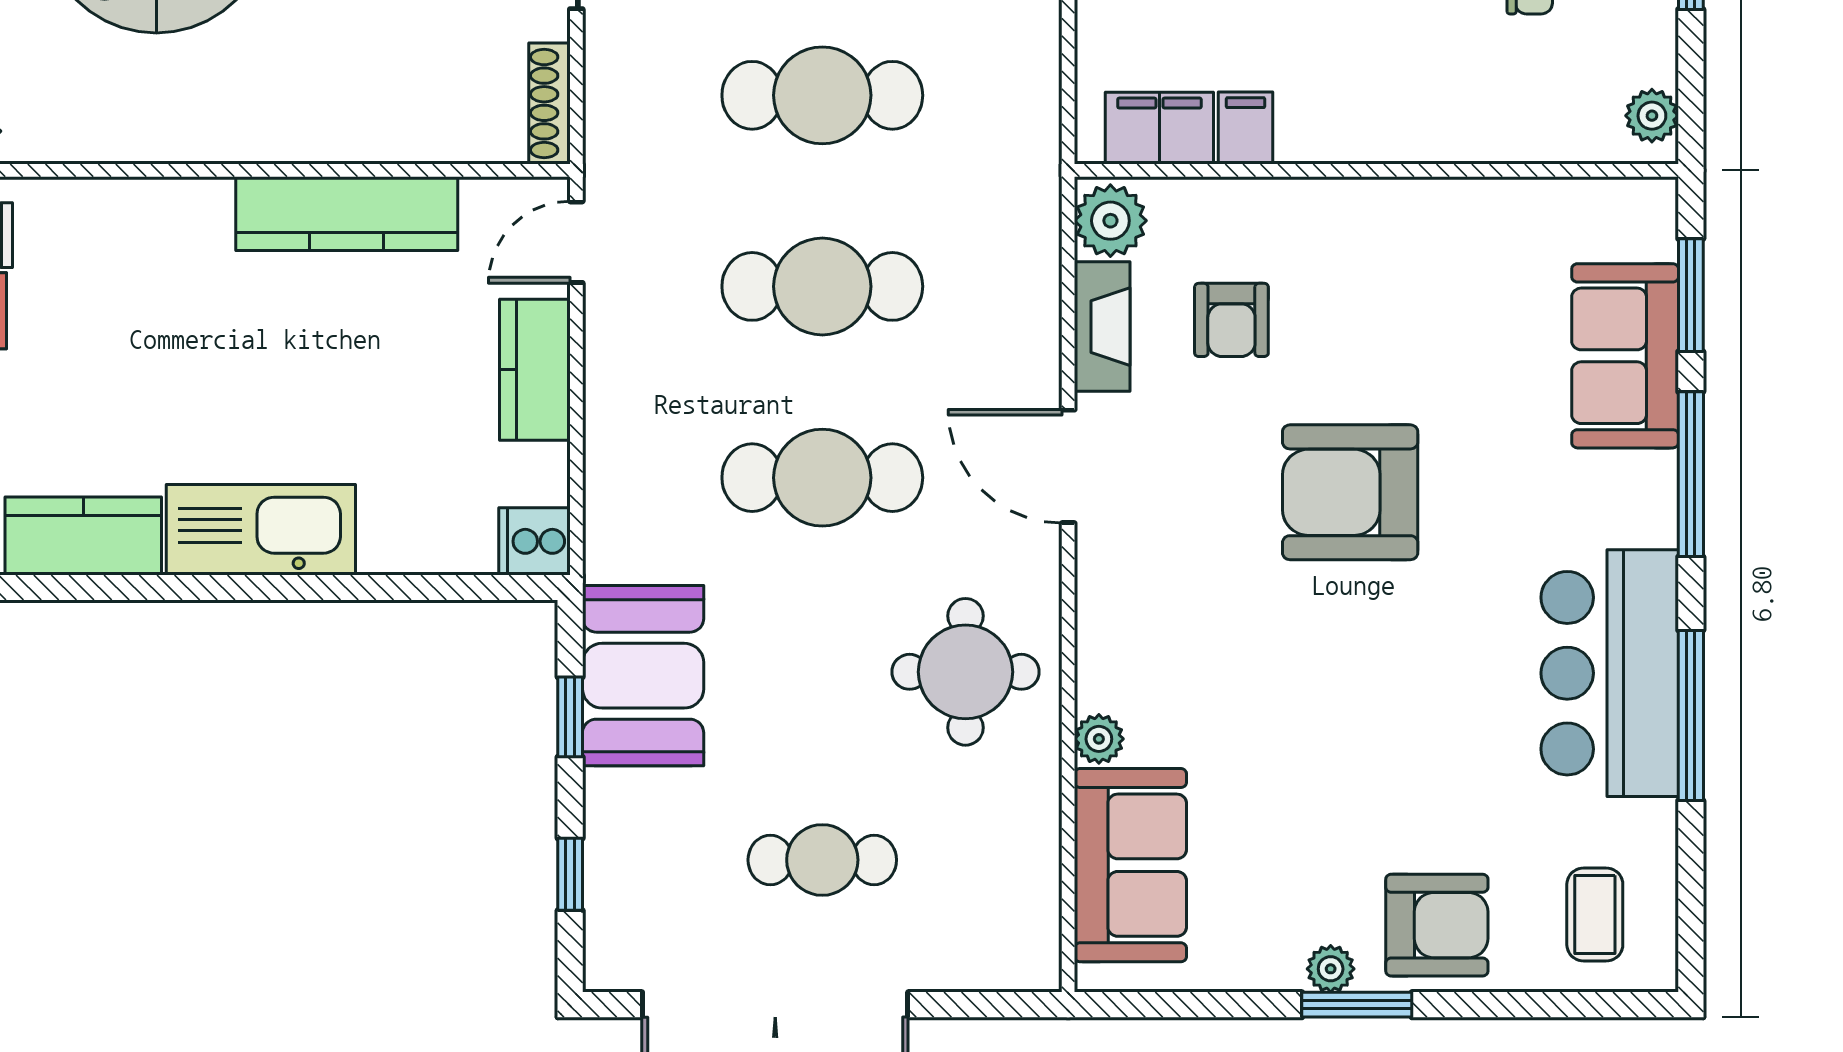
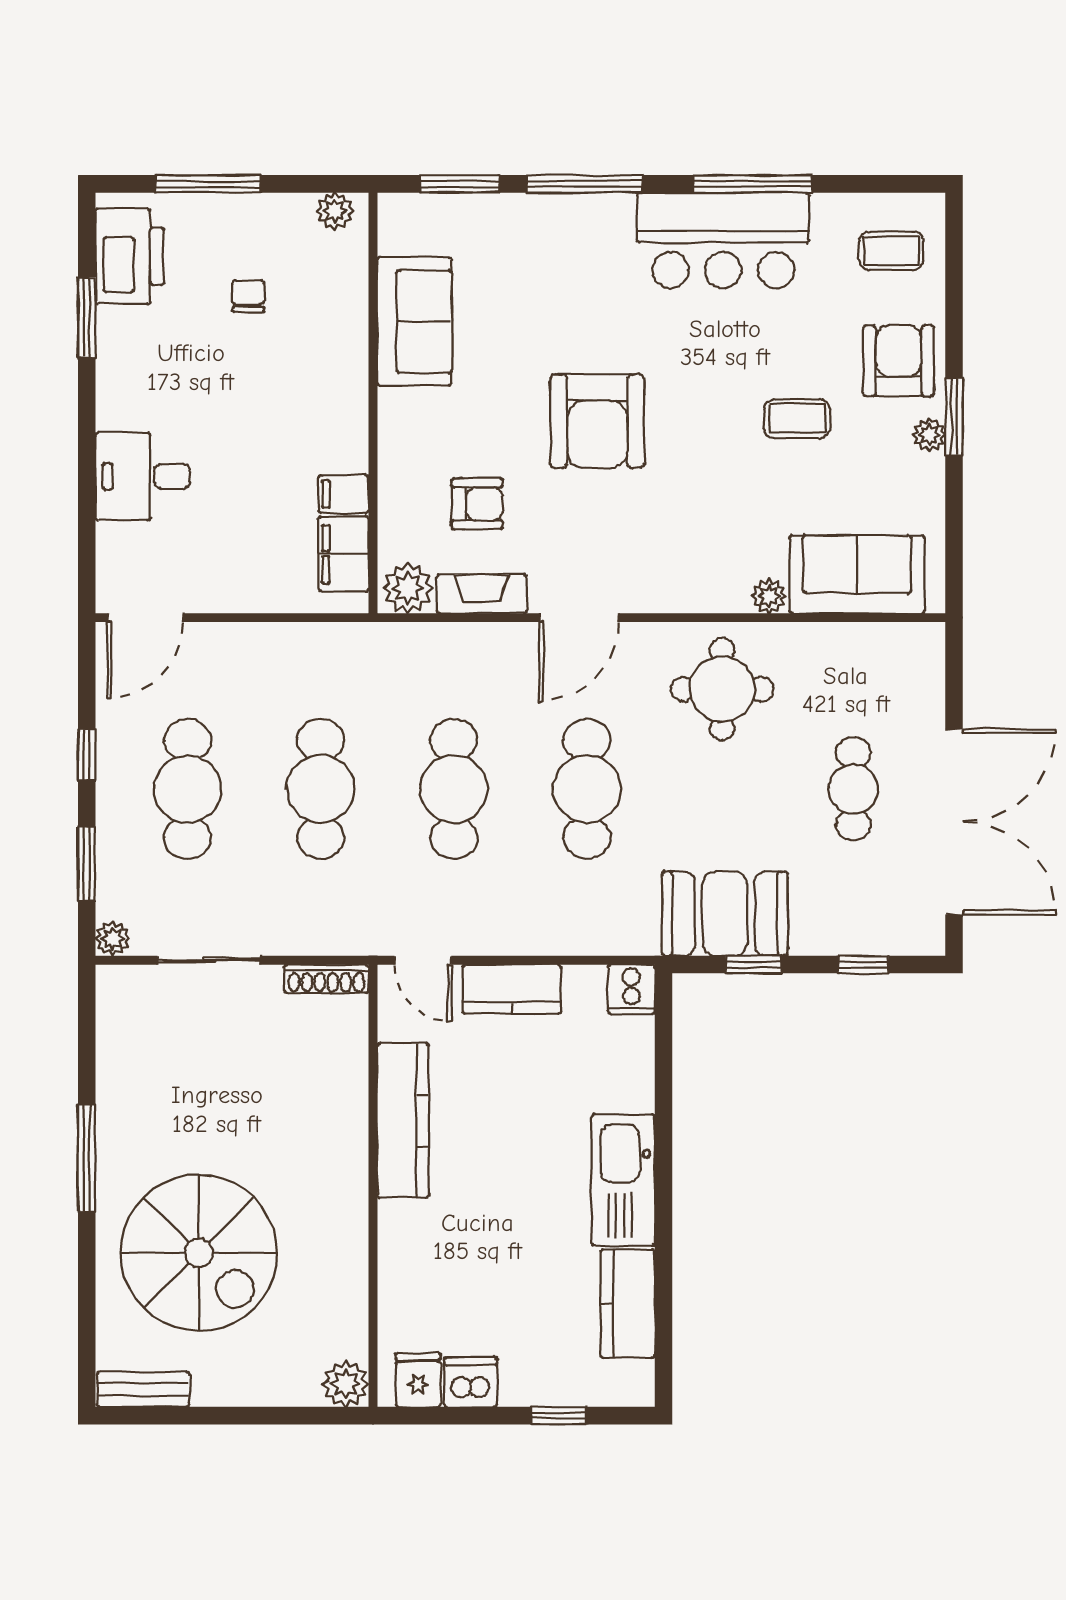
sofa: (1625, 356) -> (414, 322), moved, turned -90
coffee table: (1354, 779) -> (797, 419), added

